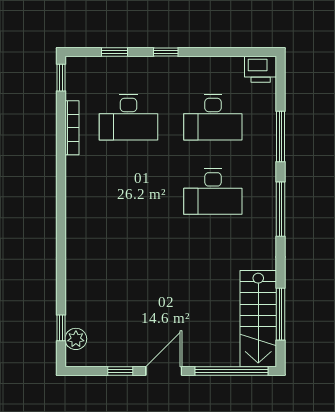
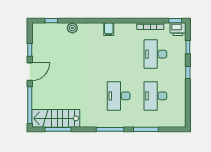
printer: (261, 69) -> (178, 29), moved, turned -90
filing cabinet: (78, 212) -> (109, 29), added
plant: (76, 339) -> (72, 28), moved
door: (164, 371) -> (30, 72), hinge flipped

